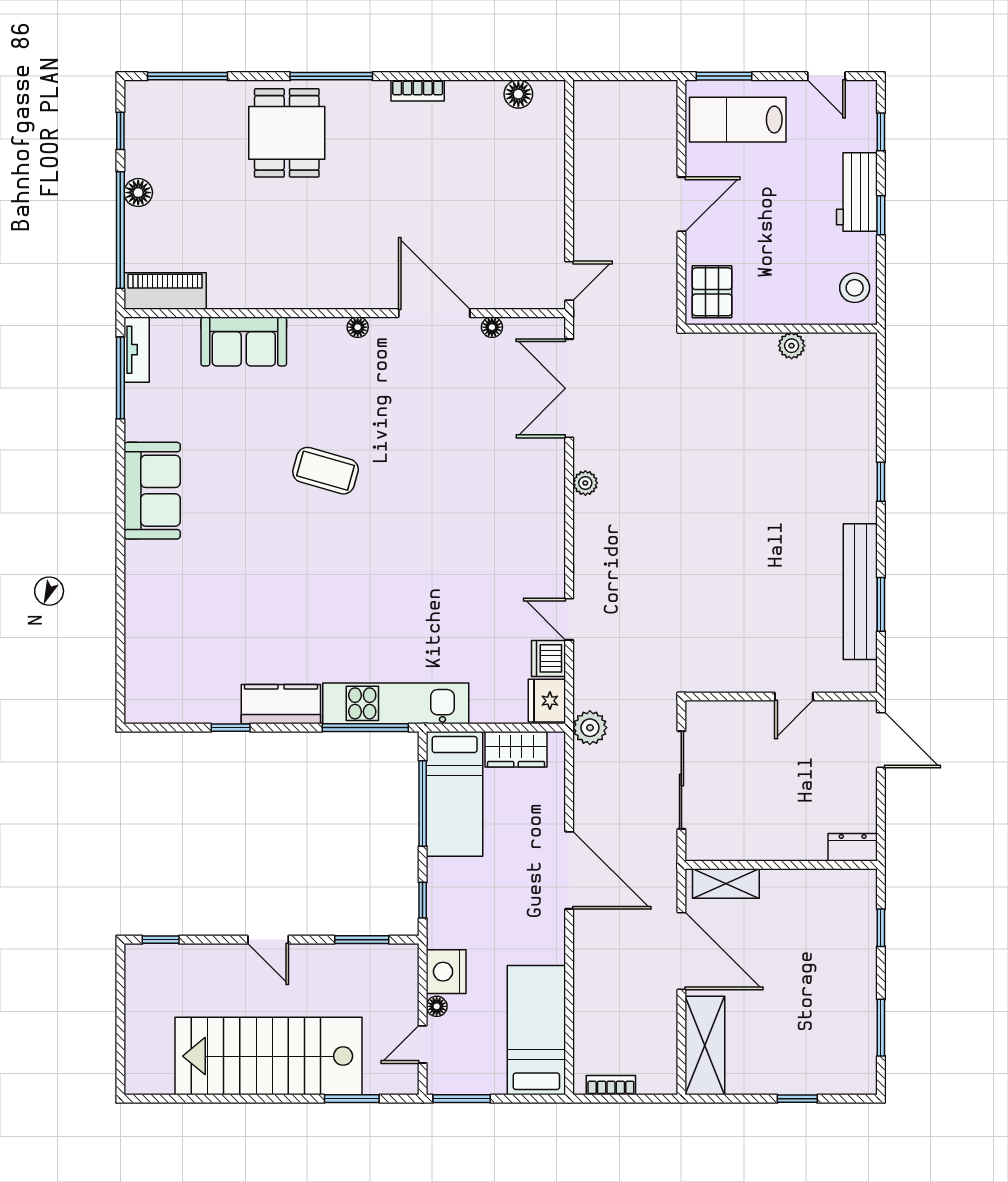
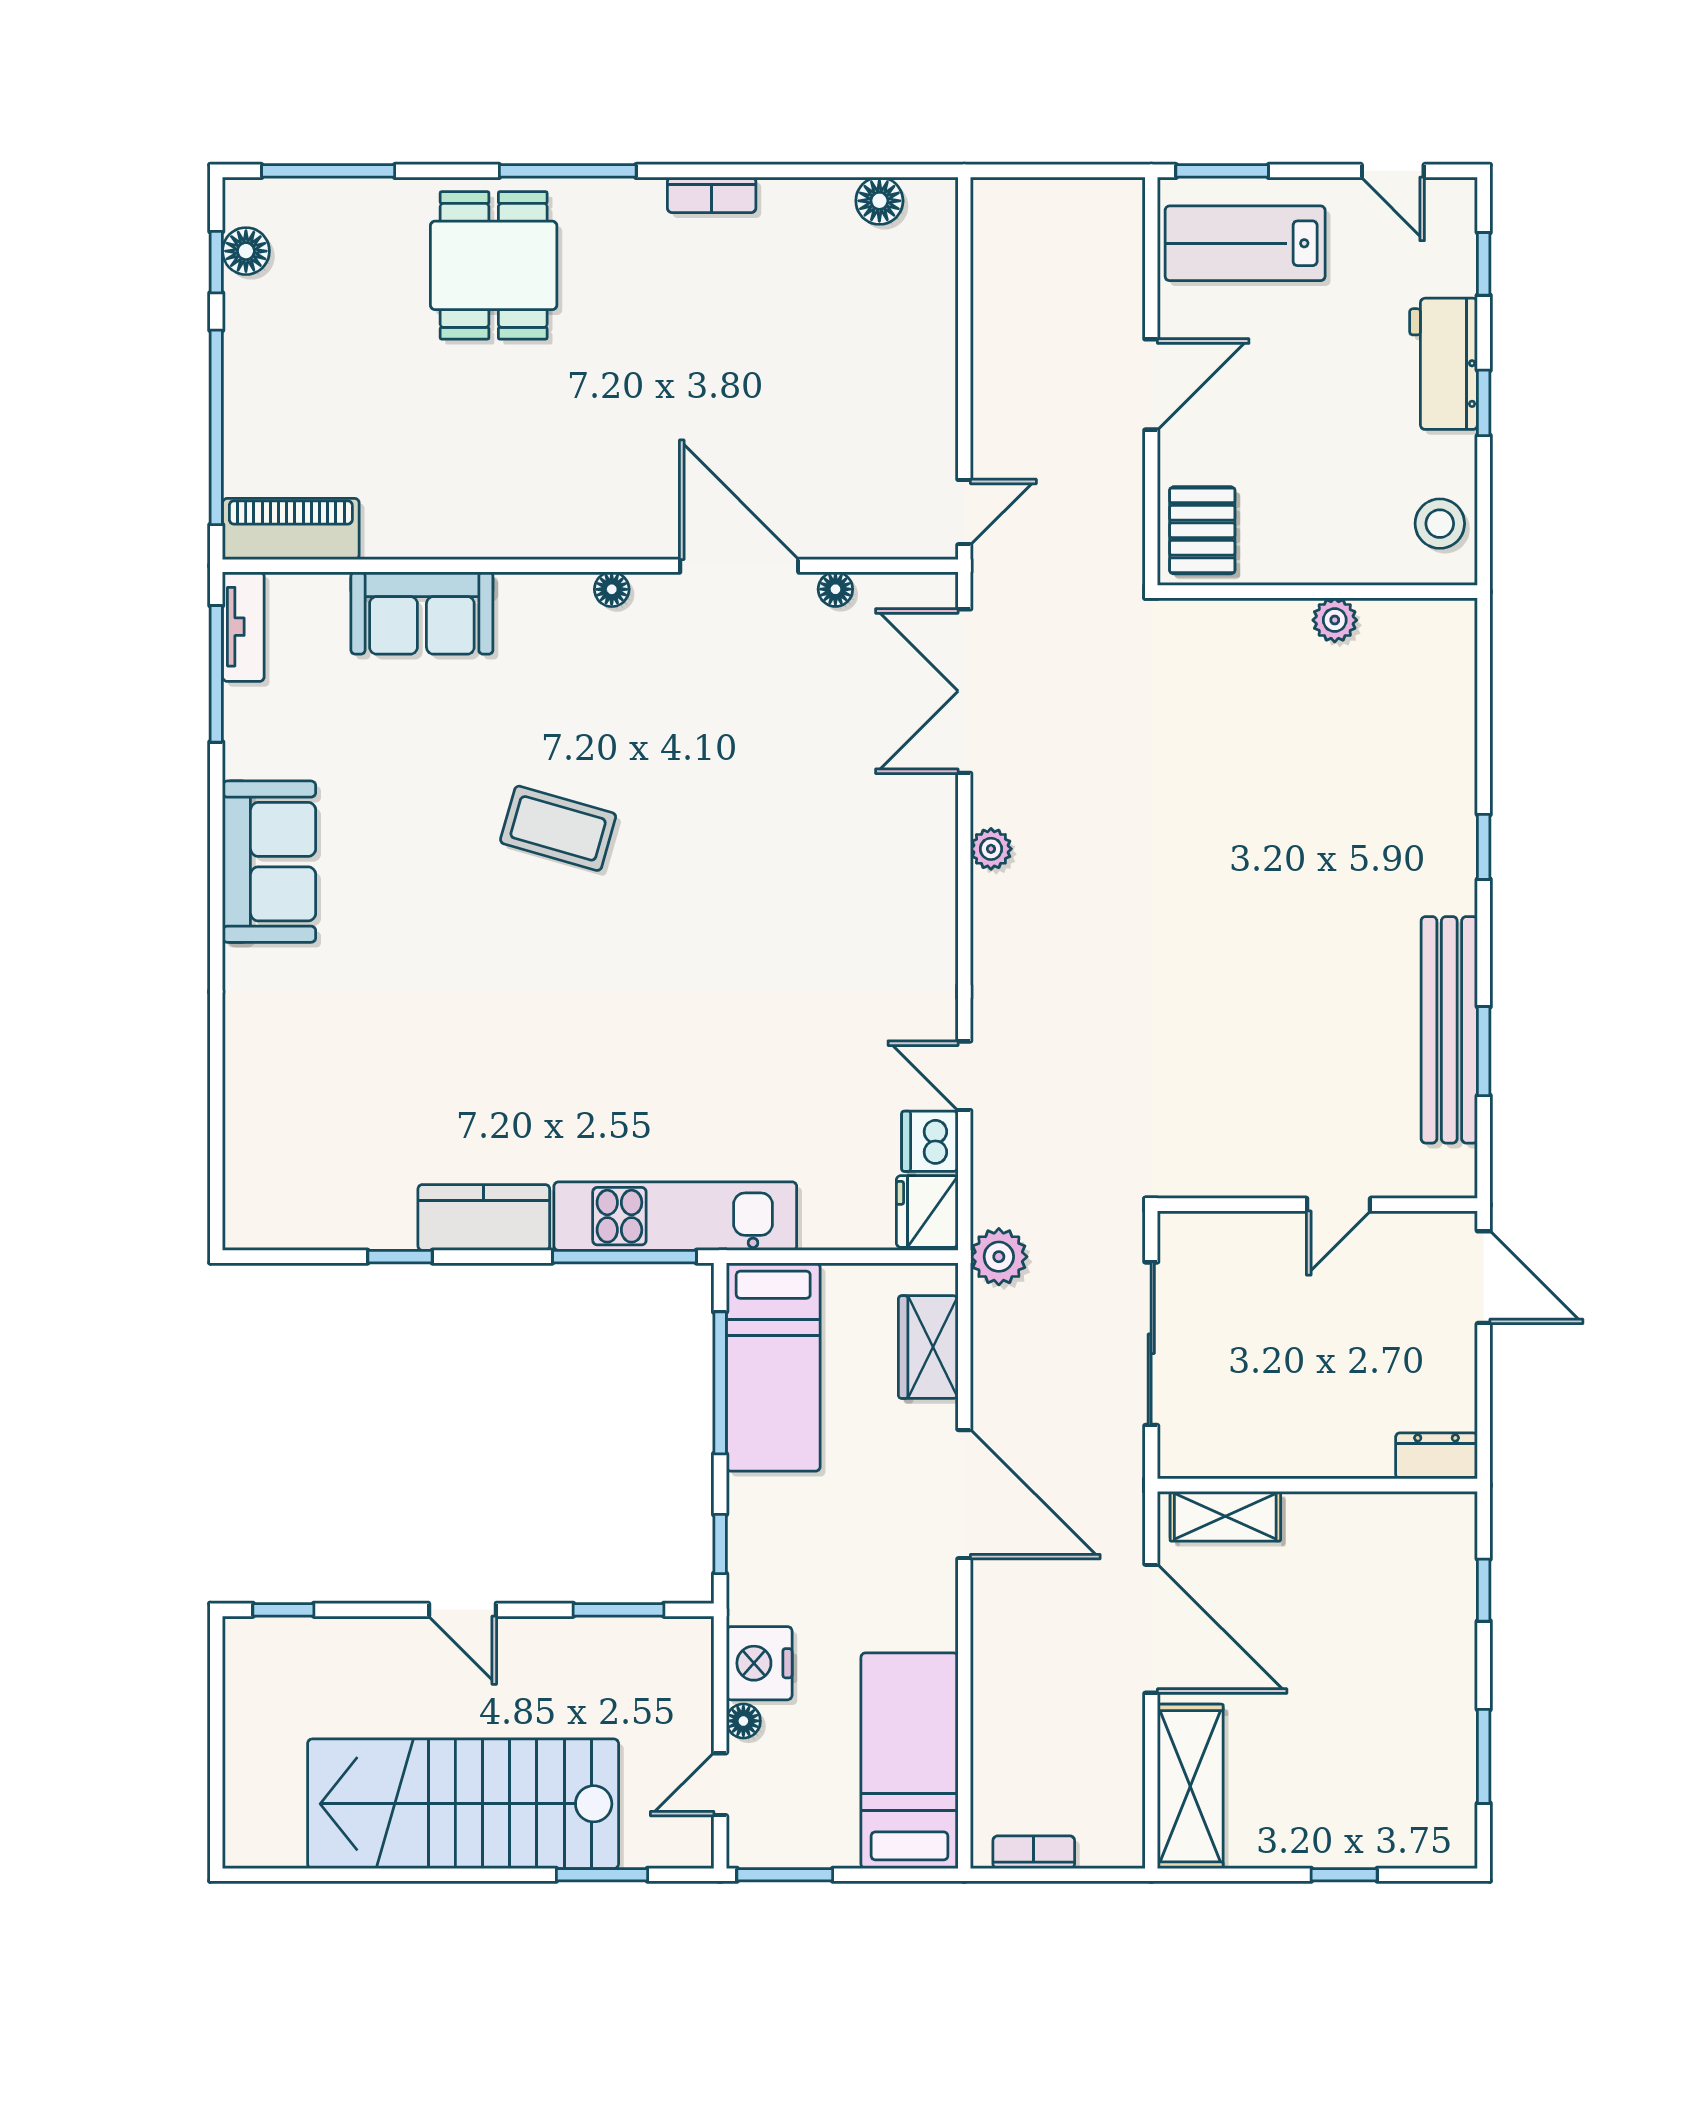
floor lamp: (138, 193) -> (246, 251), moved
wardrobe: (516, 749) -> (928, 1347), moved, turned 90

